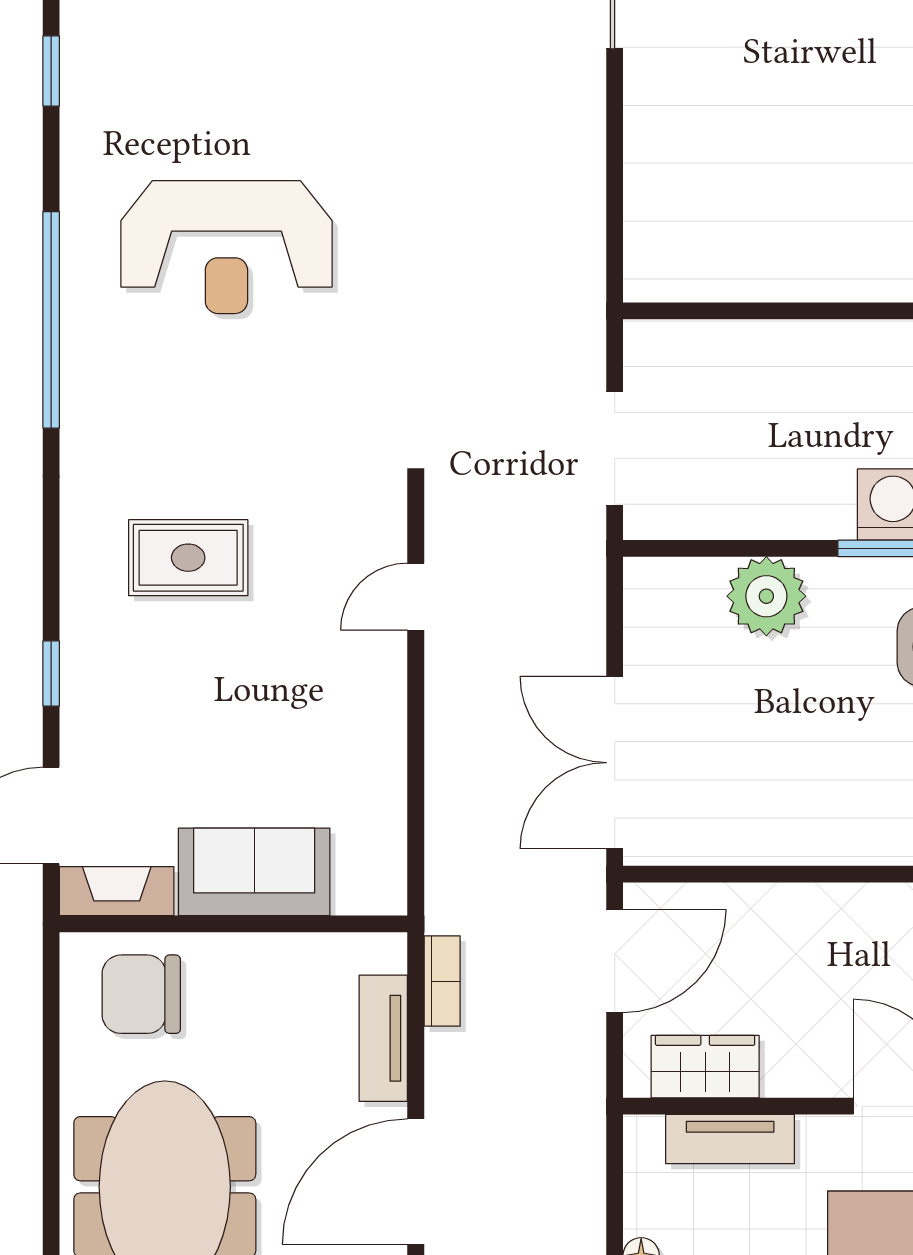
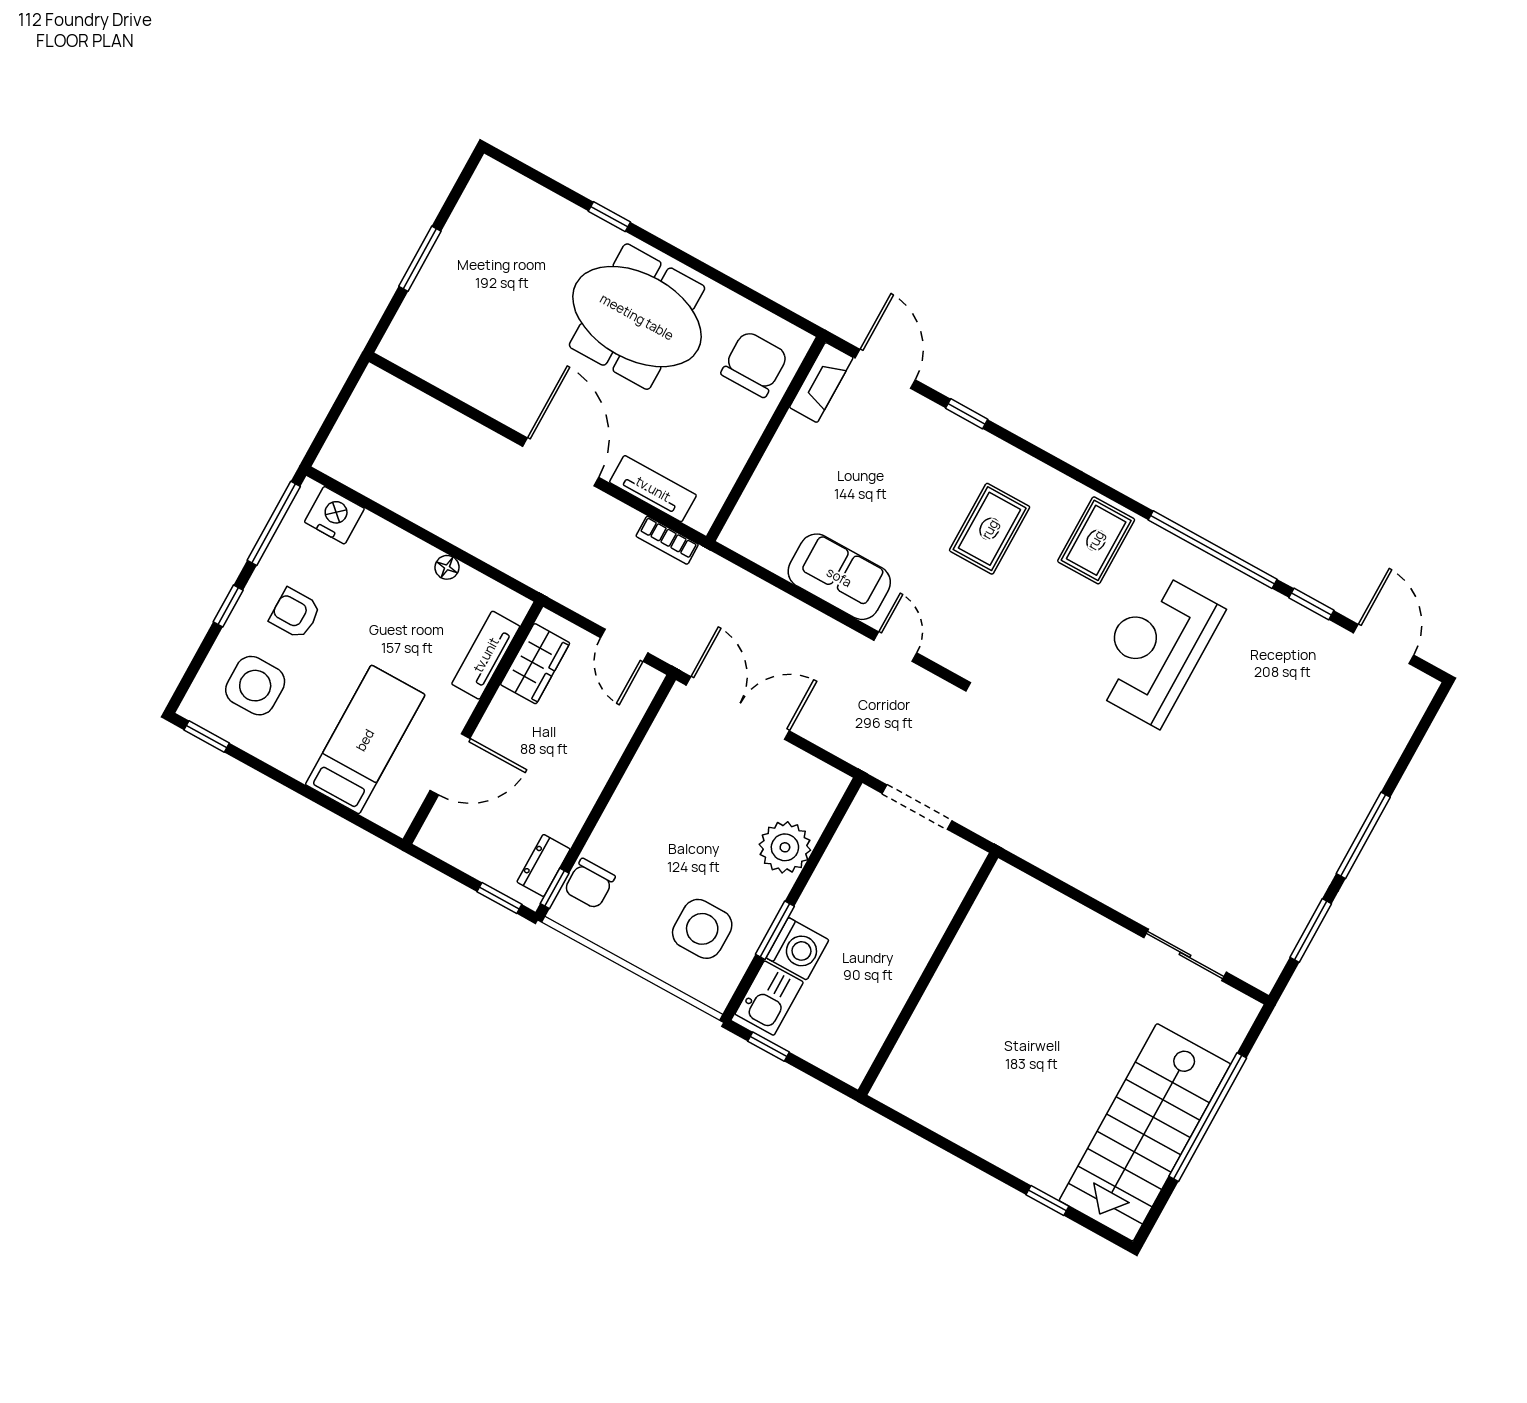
window: (51, 320) -> (1213, 550), moved
rug: (125, 406) -> (1096, 540), added
sofa: (254, 872) -> (839, 577), moved, turned -90
door: (615, 961) -> (624, 645), width x0.73

